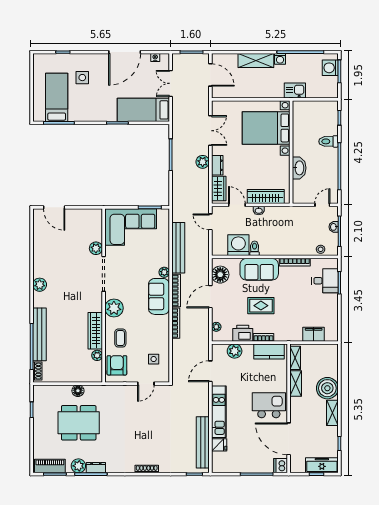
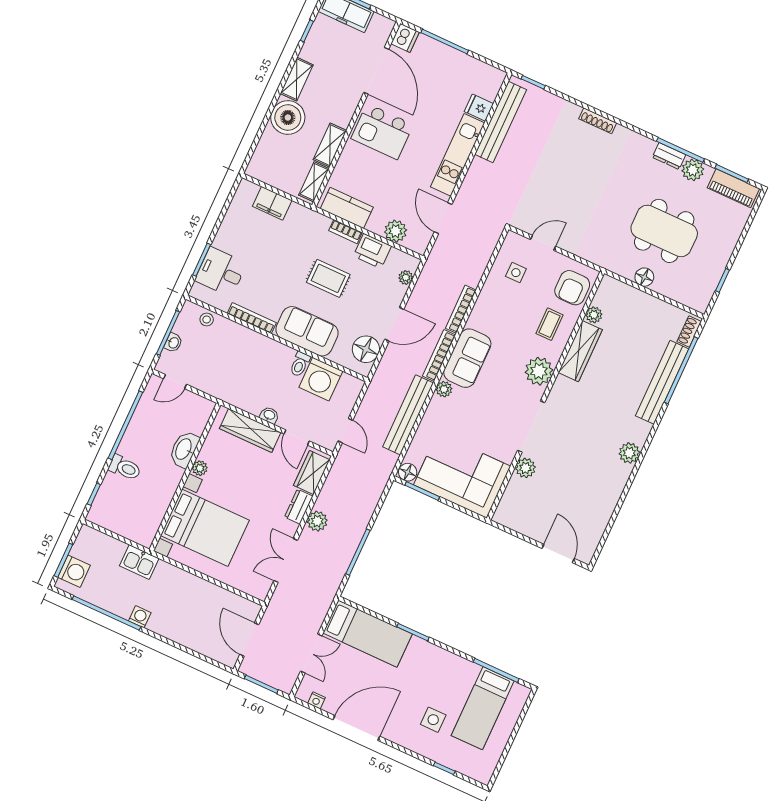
shelving: (256, 61) -> (175, 630), removed
plant: (285, 161) -> (200, 468), added
floor lamp: (163, 214) -> (408, 472), added
door: (210, 371) -> (443, 218), swing flipped

